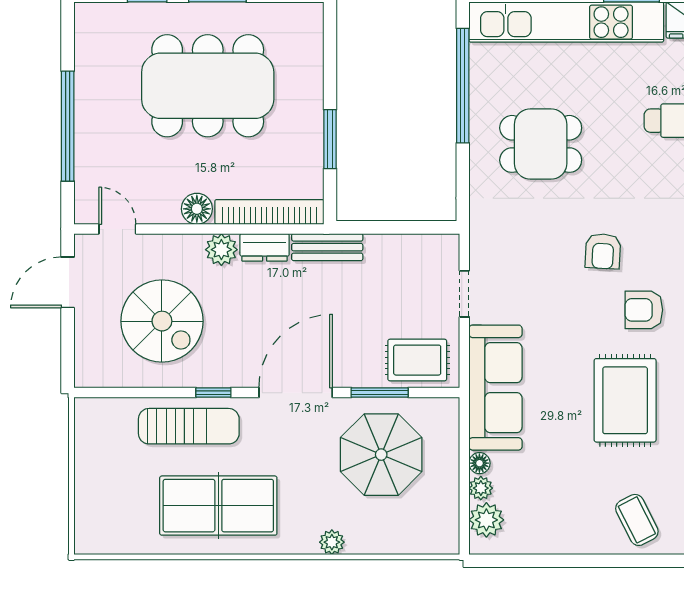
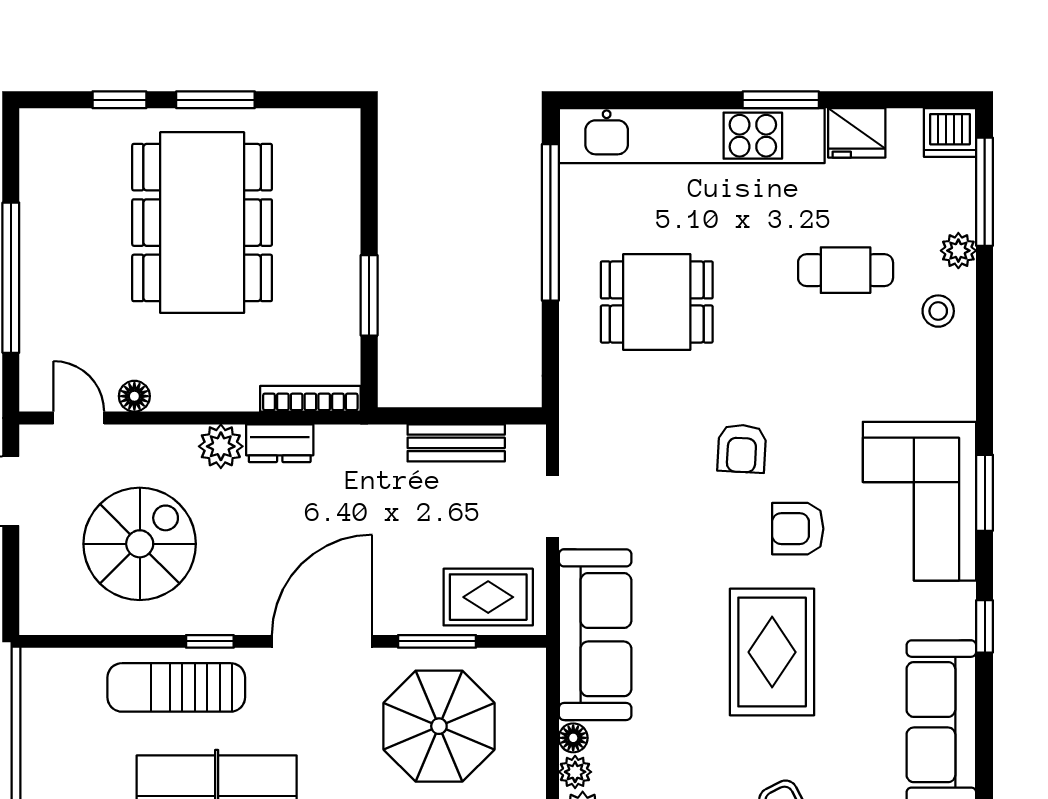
dining table: (208, 86) -> (202, 223), turned 90
floor lamp: (197, 209) -> (134, 396), moved, width x0.73, depth x0.73
bookcase: (269, 212) -> (310, 399), width x0.68, depth x0.76
bench: (327, 247) -> (456, 443), moved
spiral stairs: (162, 321) -> (140, 544), turned -90
sun lounger: (189, 426) -> (176, 687), turned 180

